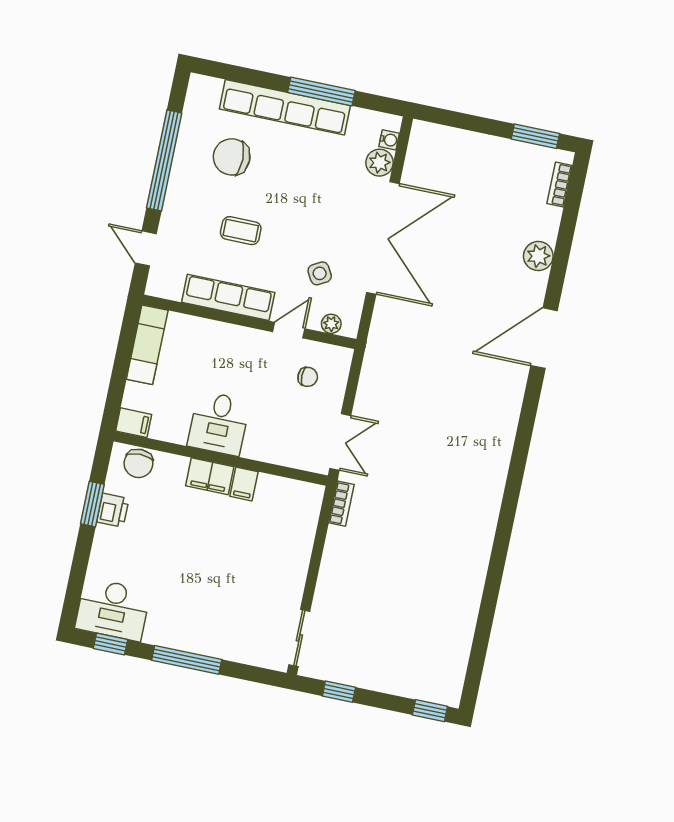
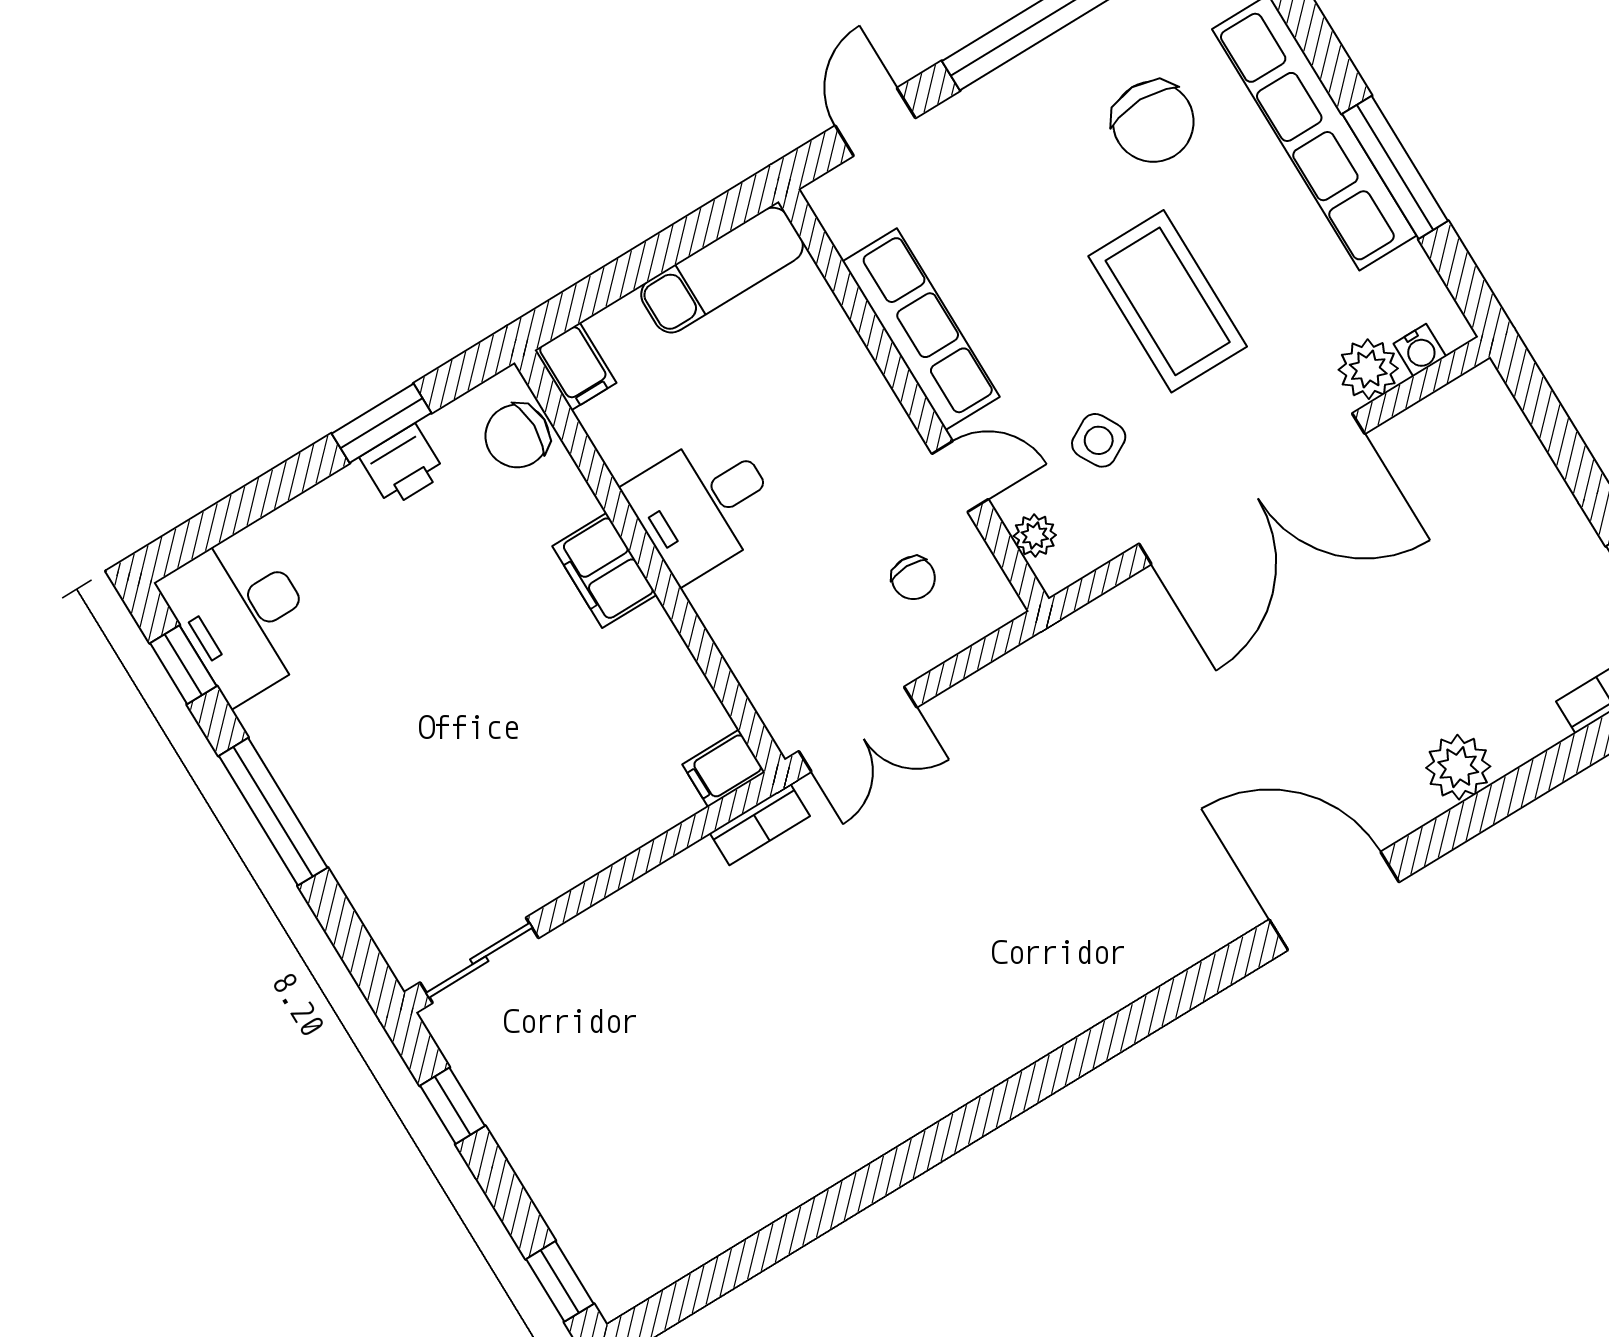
chair: (232, 157) -> (1153, 122), turned 180
coffee table: (241, 231) -> (1168, 301), moved, width x1.86, depth x1.72
filing cabinet: (244, 484) -> (724, 768), moved

